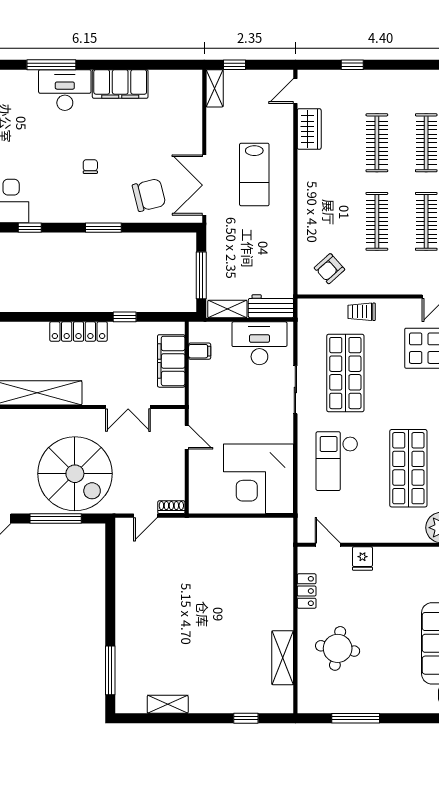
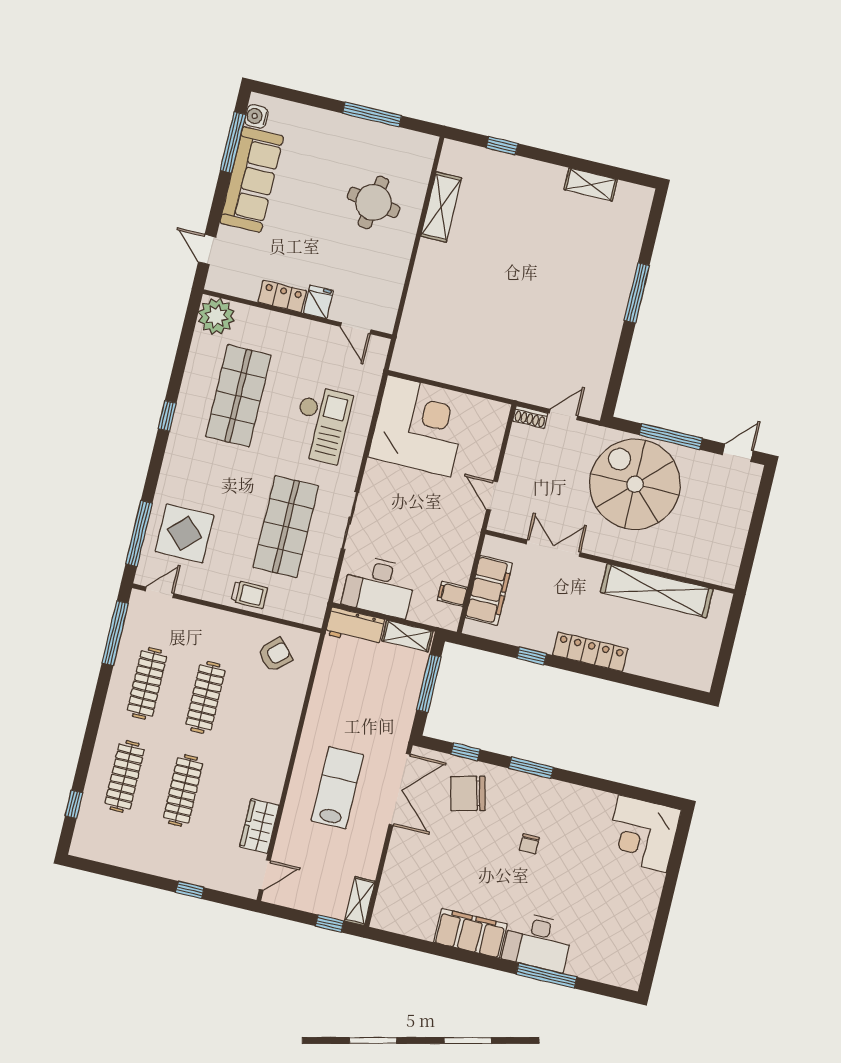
window: (30, 228) -> (465, 752), moved
locker: (307, 591) -> (282, 296), moved, turned 90
window: (110, 670) -> (637, 293), moved

